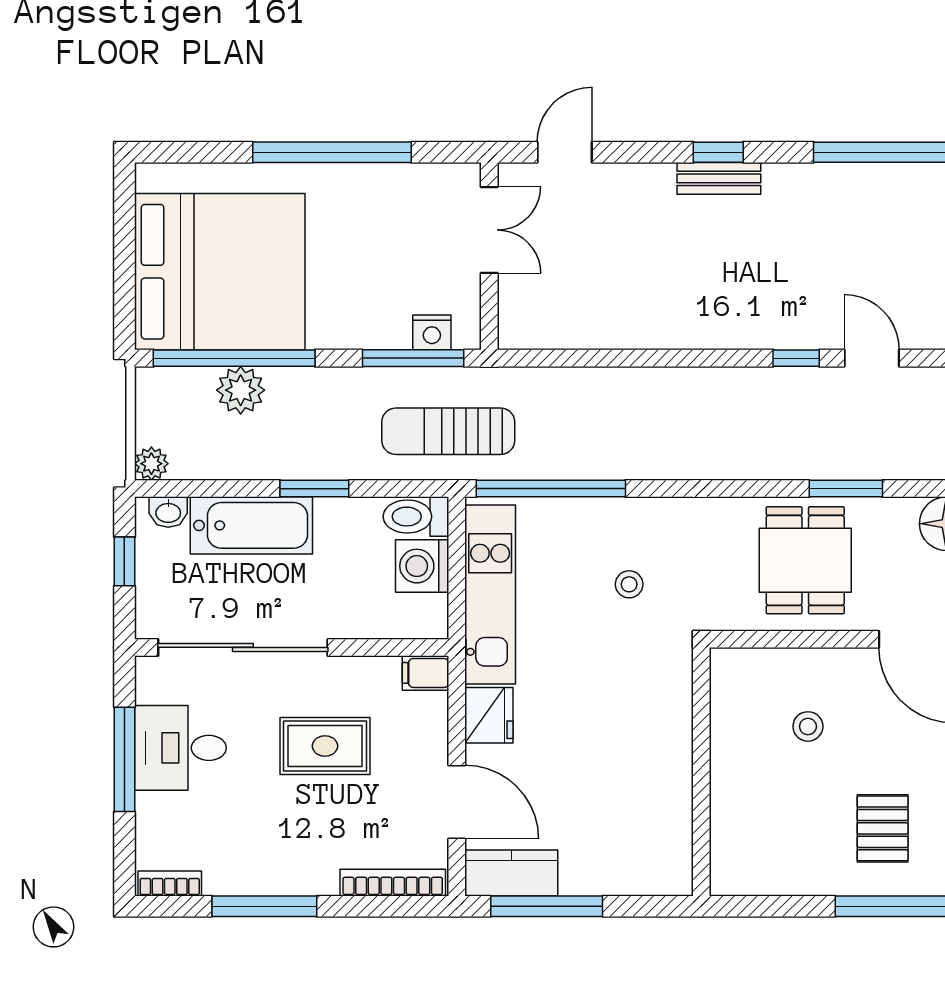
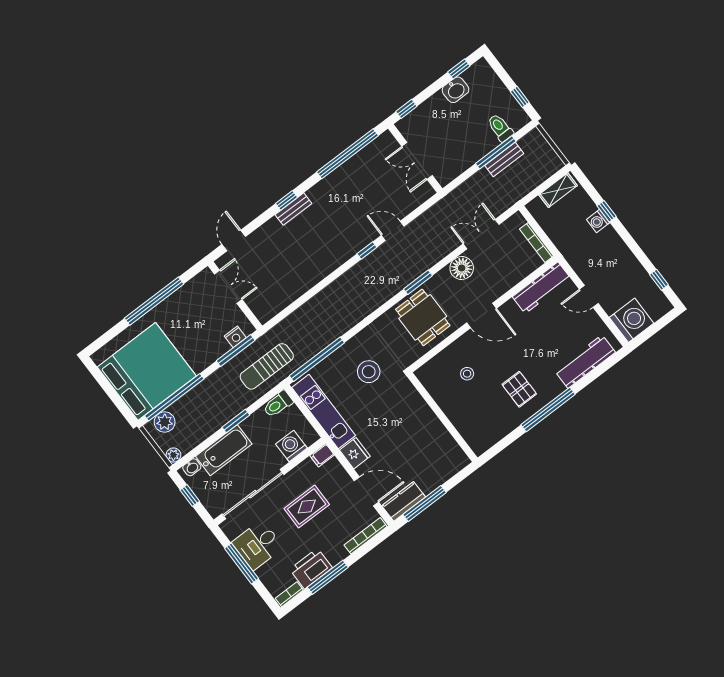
plant: (241, 390) -> (165, 422), moved
washing machine: (422, 566) -> (291, 446), moved, turned 90
stool: (629, 584) -> (369, 372), width x1.89, depth x1.89
printer: (246, 867) -> (311, 569), added

